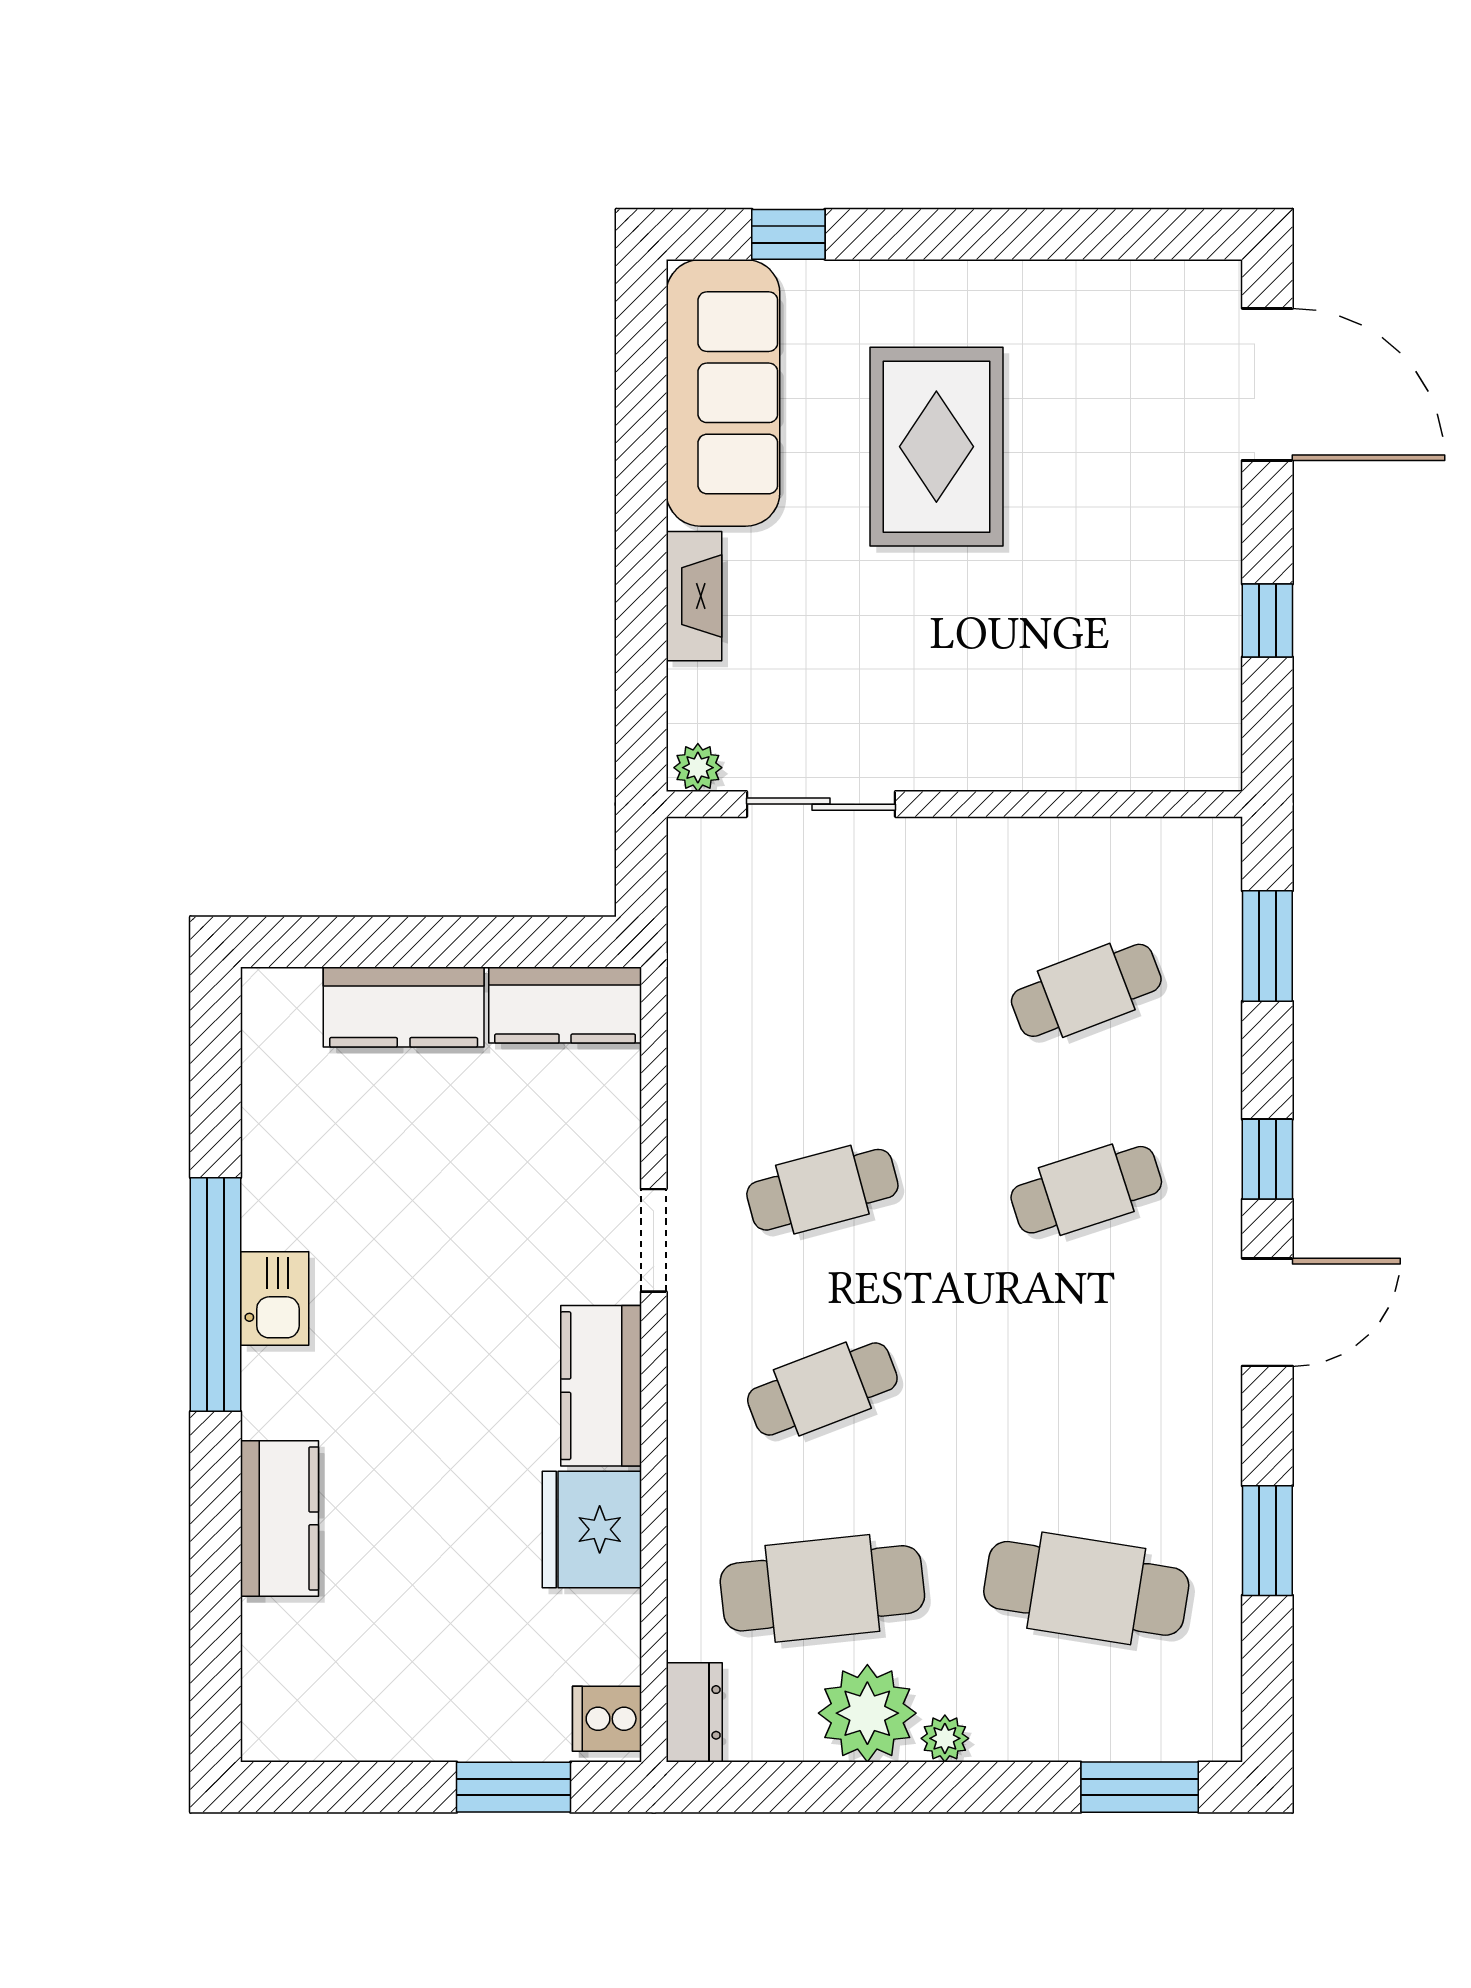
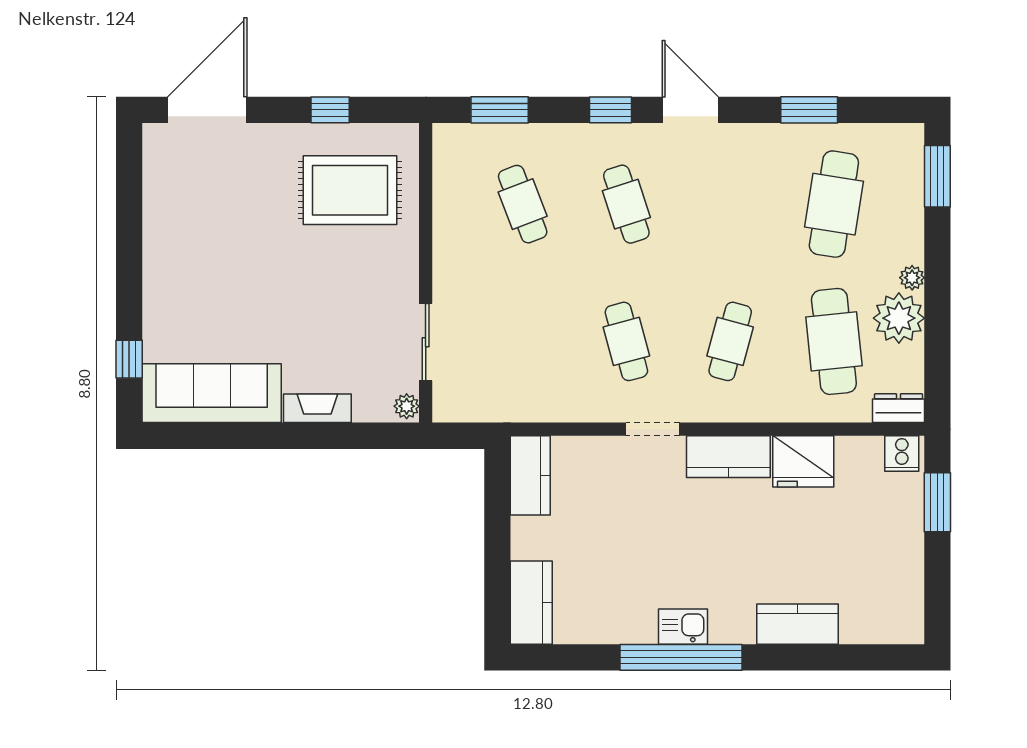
rug: (936, 447) -> (350, 190), moved
kitchen counter: (404, 1007) -> (531, 603), moved
cafe table: (822, 1389) -> (730, 341), turned 36

